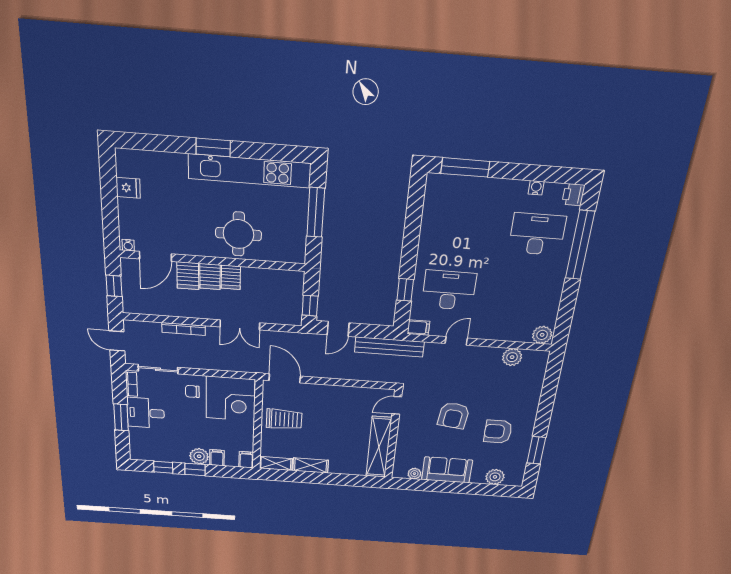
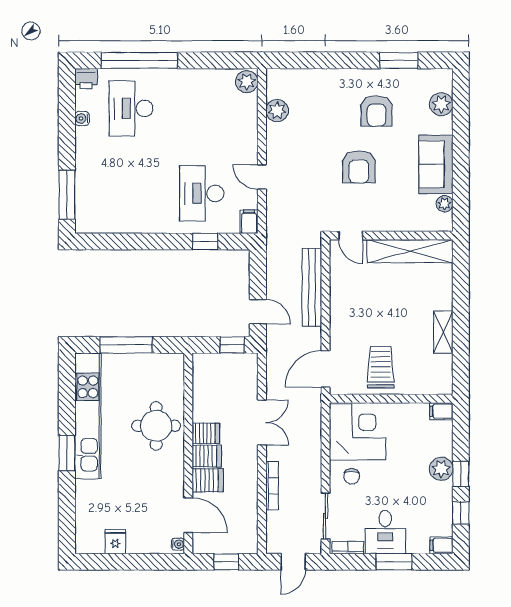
bench: (389, 347) -> (312, 287), moved
armchair: (454, 416) -> (359, 167), turned 83
filing cabinet: (217, 458) -> (441, 545), moved
shelving: (276, 464) -> (444, 375), removed

